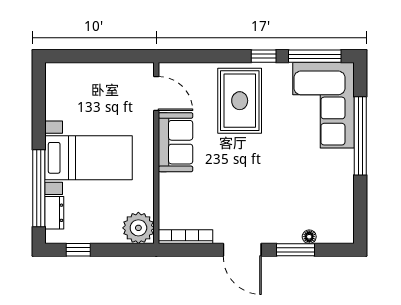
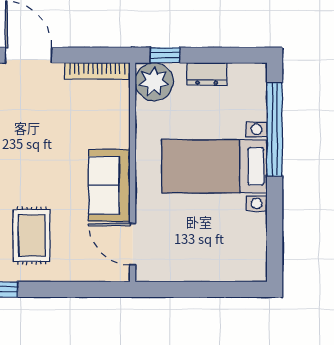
rug: (240, 101) -> (32, 236), width x0.73, depth x0.70
dresser: (54, 213) -> (207, 74), moved, turned -90
window: (78, 250) -> (165, 55), moved

